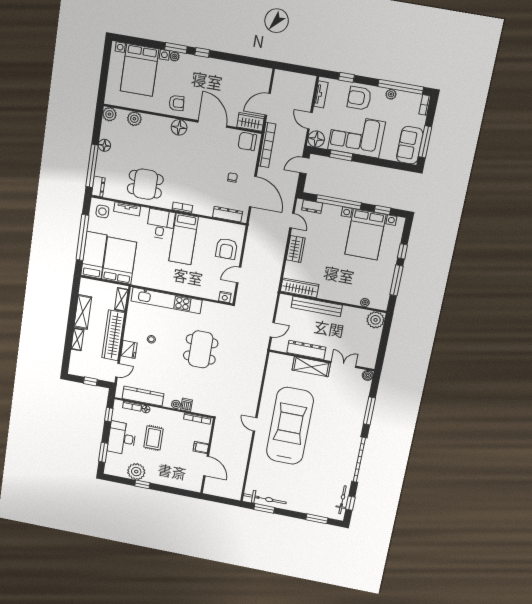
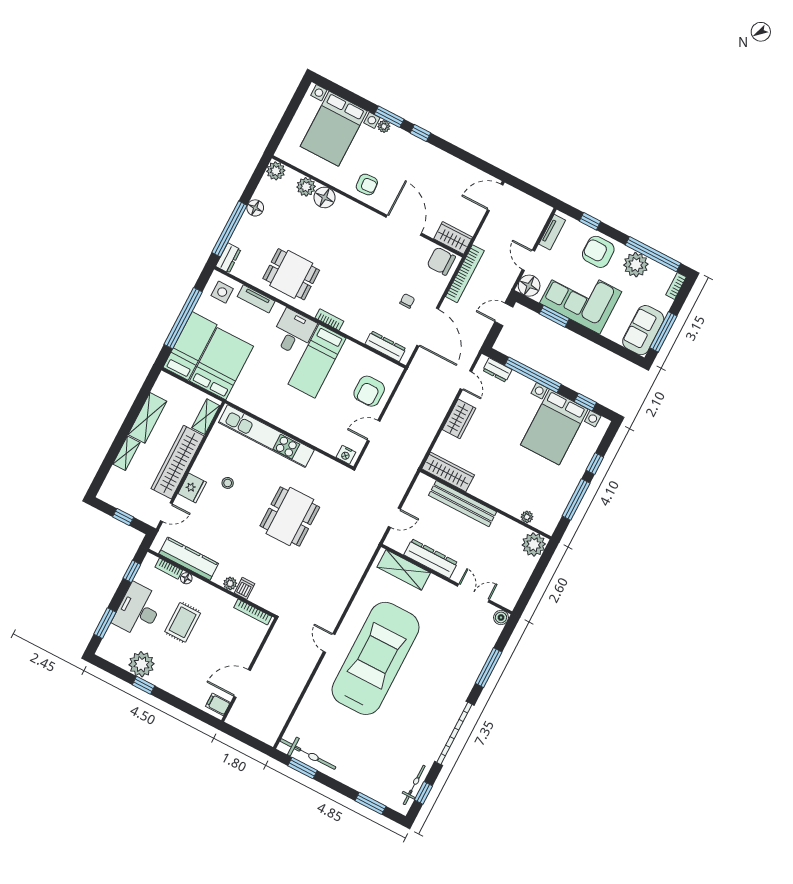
plant: (391, 94) -> (636, 265), width x1.88, depth x1.88
door: (268, 104) -> (495, 197), moved
floor lamp: (179, 127) -> (324, 197), moved
shelving: (311, 367) -> (404, 570), moved
filing cabinet: (201, 447) -> (218, 704), moved
door: (206, 466) -> (242, 683), swing flipped

